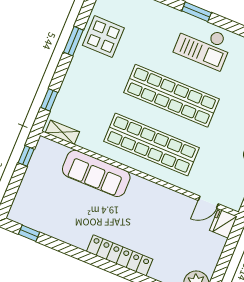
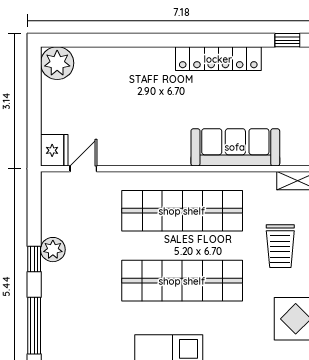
trolley: (93, 92) -> (280, 246), added
locker: (120, 255) -> (218, 59), moved

